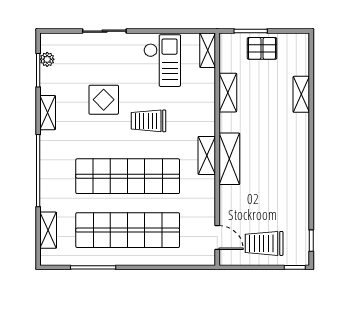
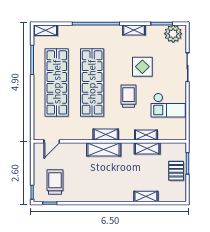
shelving: (208, 50) -> (146, 135), moved
plant: (47, 59) -> (173, 34), width x1.88, depth x1.88
shelving: (48, 230) -> (45, 30), moved
trolley: (264, 243) -> (55, 182), moved

